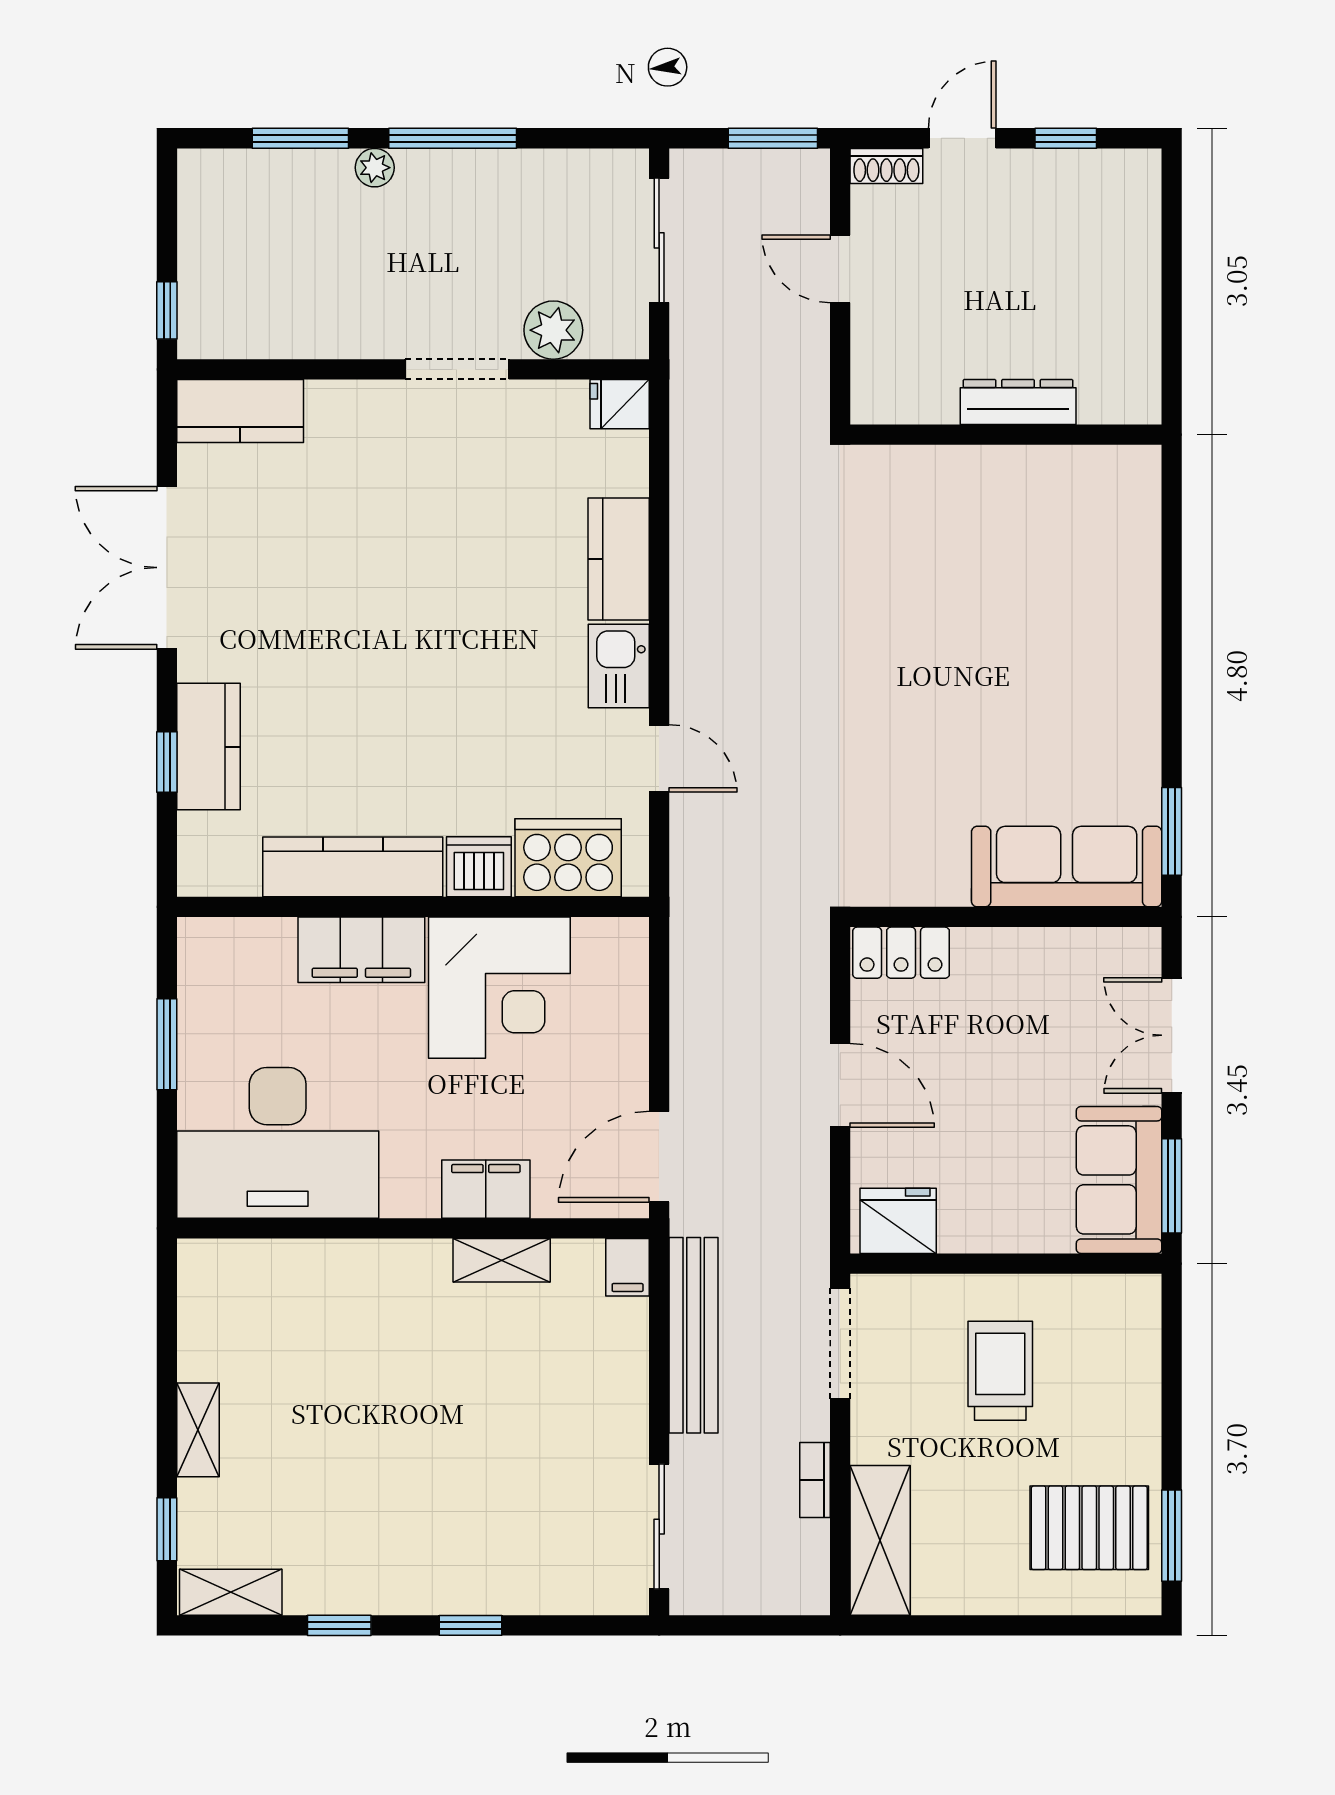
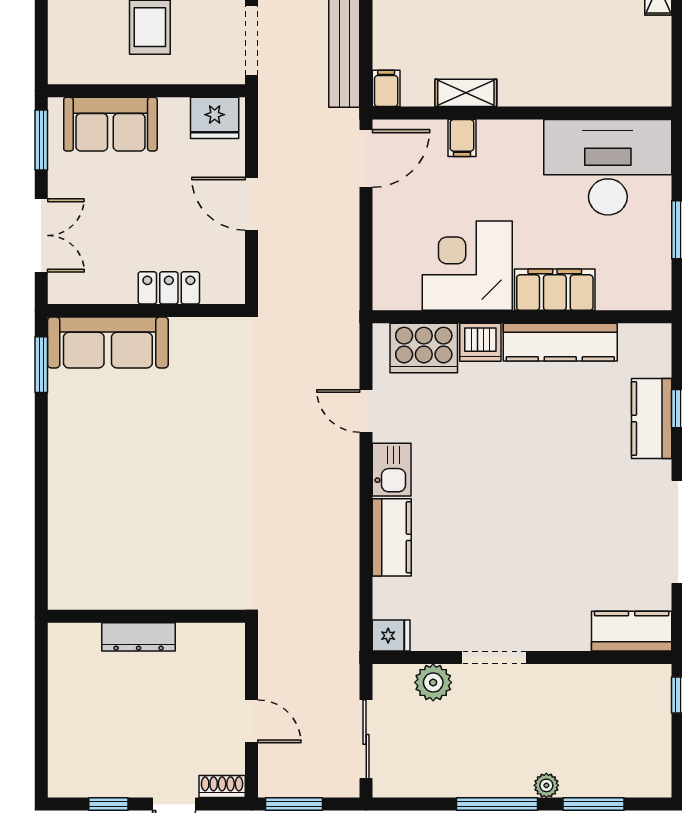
locker: (901, 953) -> (169, 288), moved
sofa: (1119, 1180) -> (110, 124), moved, turned 90
filing cabinet: (486, 1189) -> (462, 138), width x0.50

